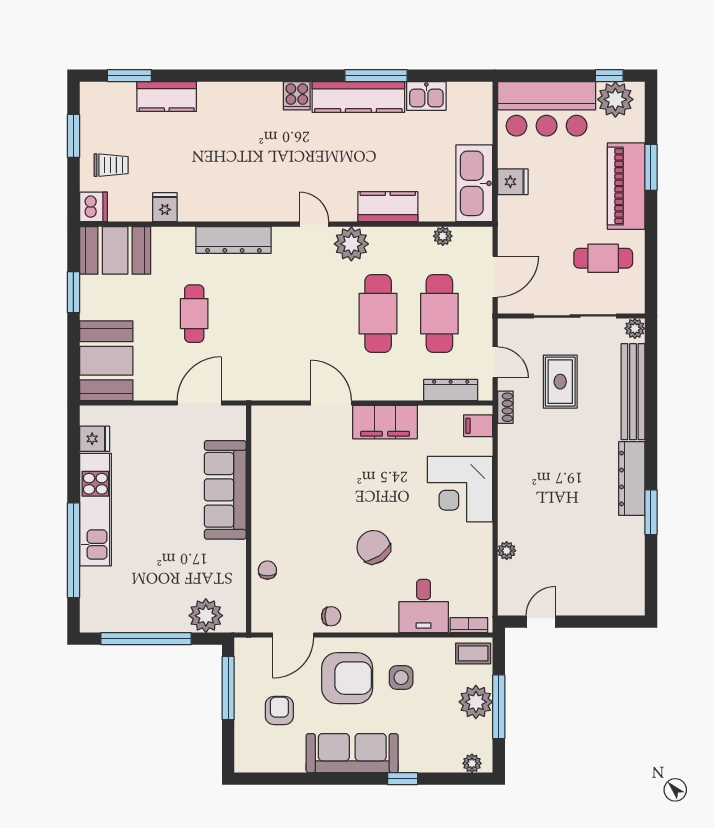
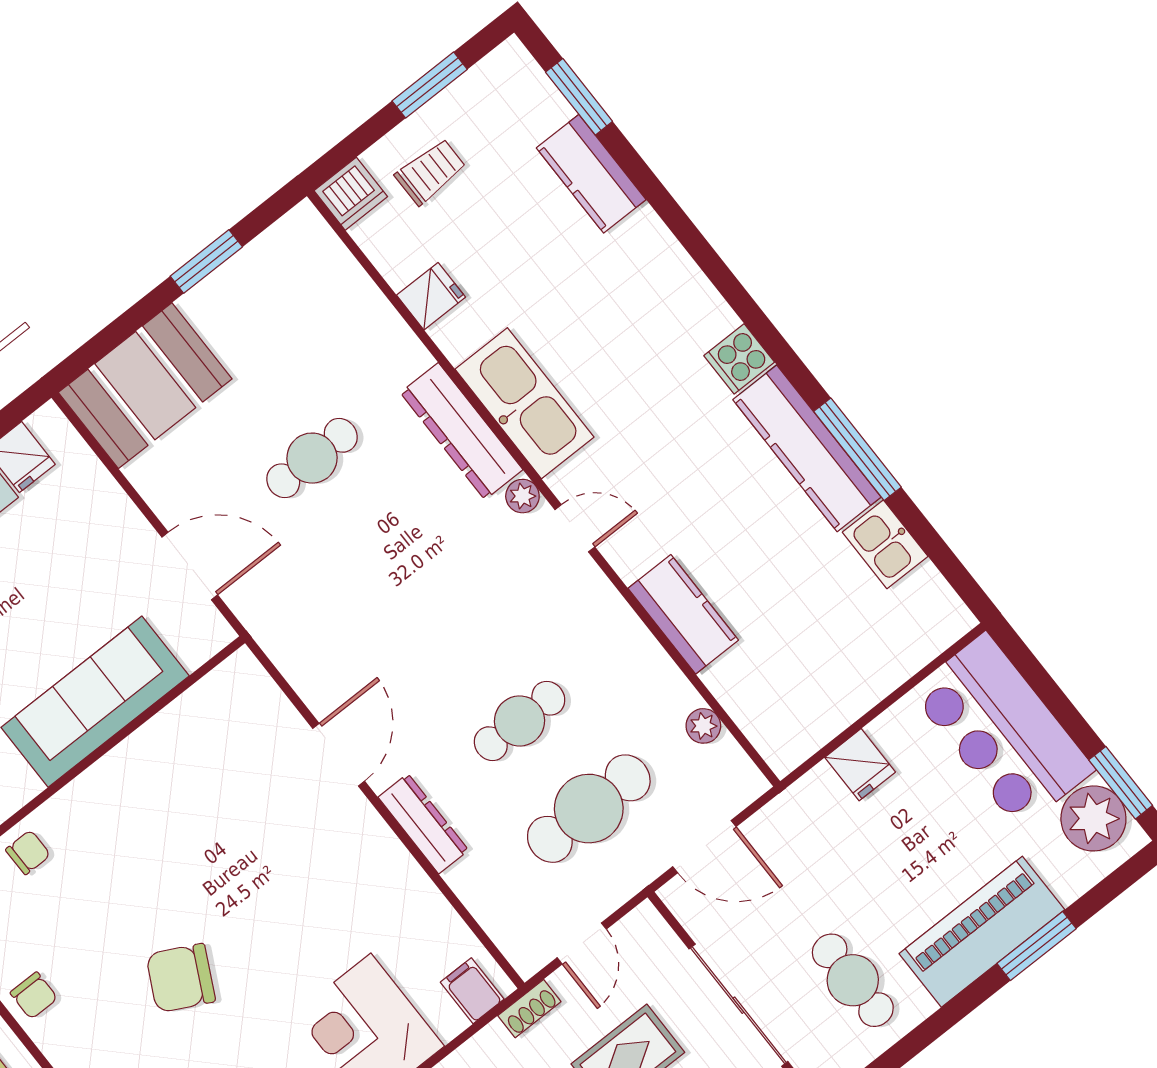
window: (609, 76) -> (1121, 783), width x1.50
trolley: (111, 165) -> (430, 172), turned -90
kitchen sink: (474, 183) -> (524, 403), moved, turned 90
door: (314, 224) -> (575, 528), hinge flipped
plant: (351, 244) -> (522, 496), moved, width x0.53, depth x0.53
booth: (115, 250) -> (313, 274), removed
cafe table: (378, 314) -> (520, 721), width x0.73, depth x0.74
dresser: (451, 390) -> (423, 824), moved
filing cabinet: (385, 422) -> (372, 853), removed
chair: (374, 547) -> (181, 978), turned -118

